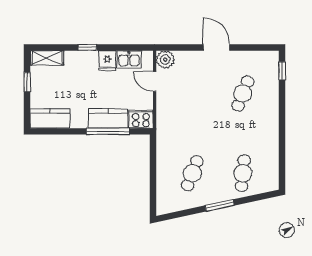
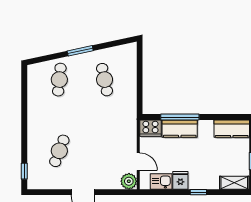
cafe table: (192, 173) -> (105, 80), turned -33

